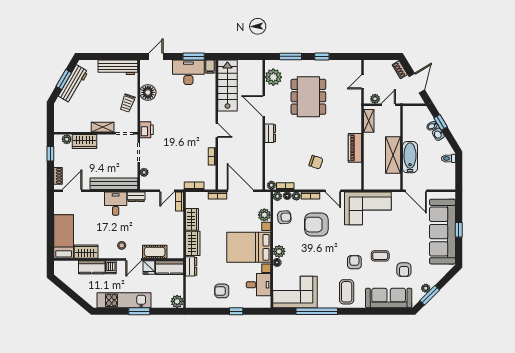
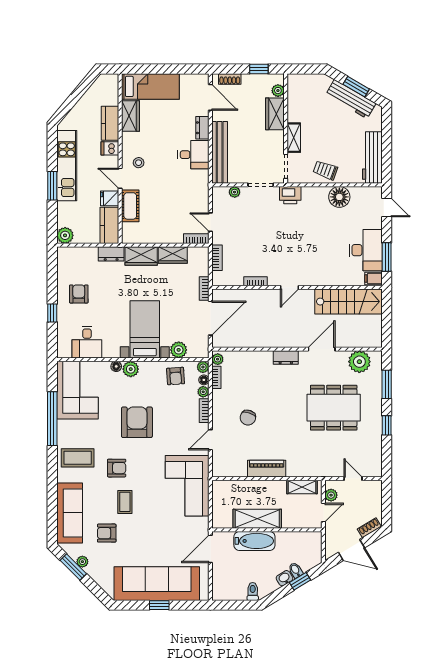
door: (388, 105) -> (323, 513), hinge flipped
dresser: (136, 197) -> (202, 128), moved
armchair: (316, 225) -> (137, 422), moved
bed with nightstands: (249, 247) -> (145, 329), width x0.73

